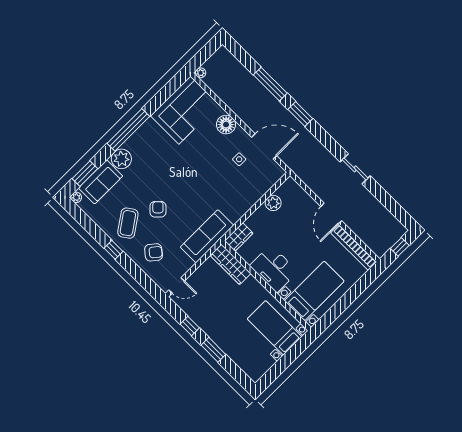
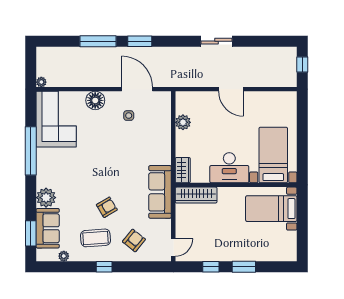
window: (128, 130) -> (31, 151), moved
door: (264, 146) -> (137, 89), hinge flipped
plant: (76, 197) -> (64, 256), moved
armchair: (158, 209) -> (107, 207), turned 104
coffee table: (128, 223) -> (96, 238), turned -59
bookcase: (354, 247) -> (270, 97), removed

